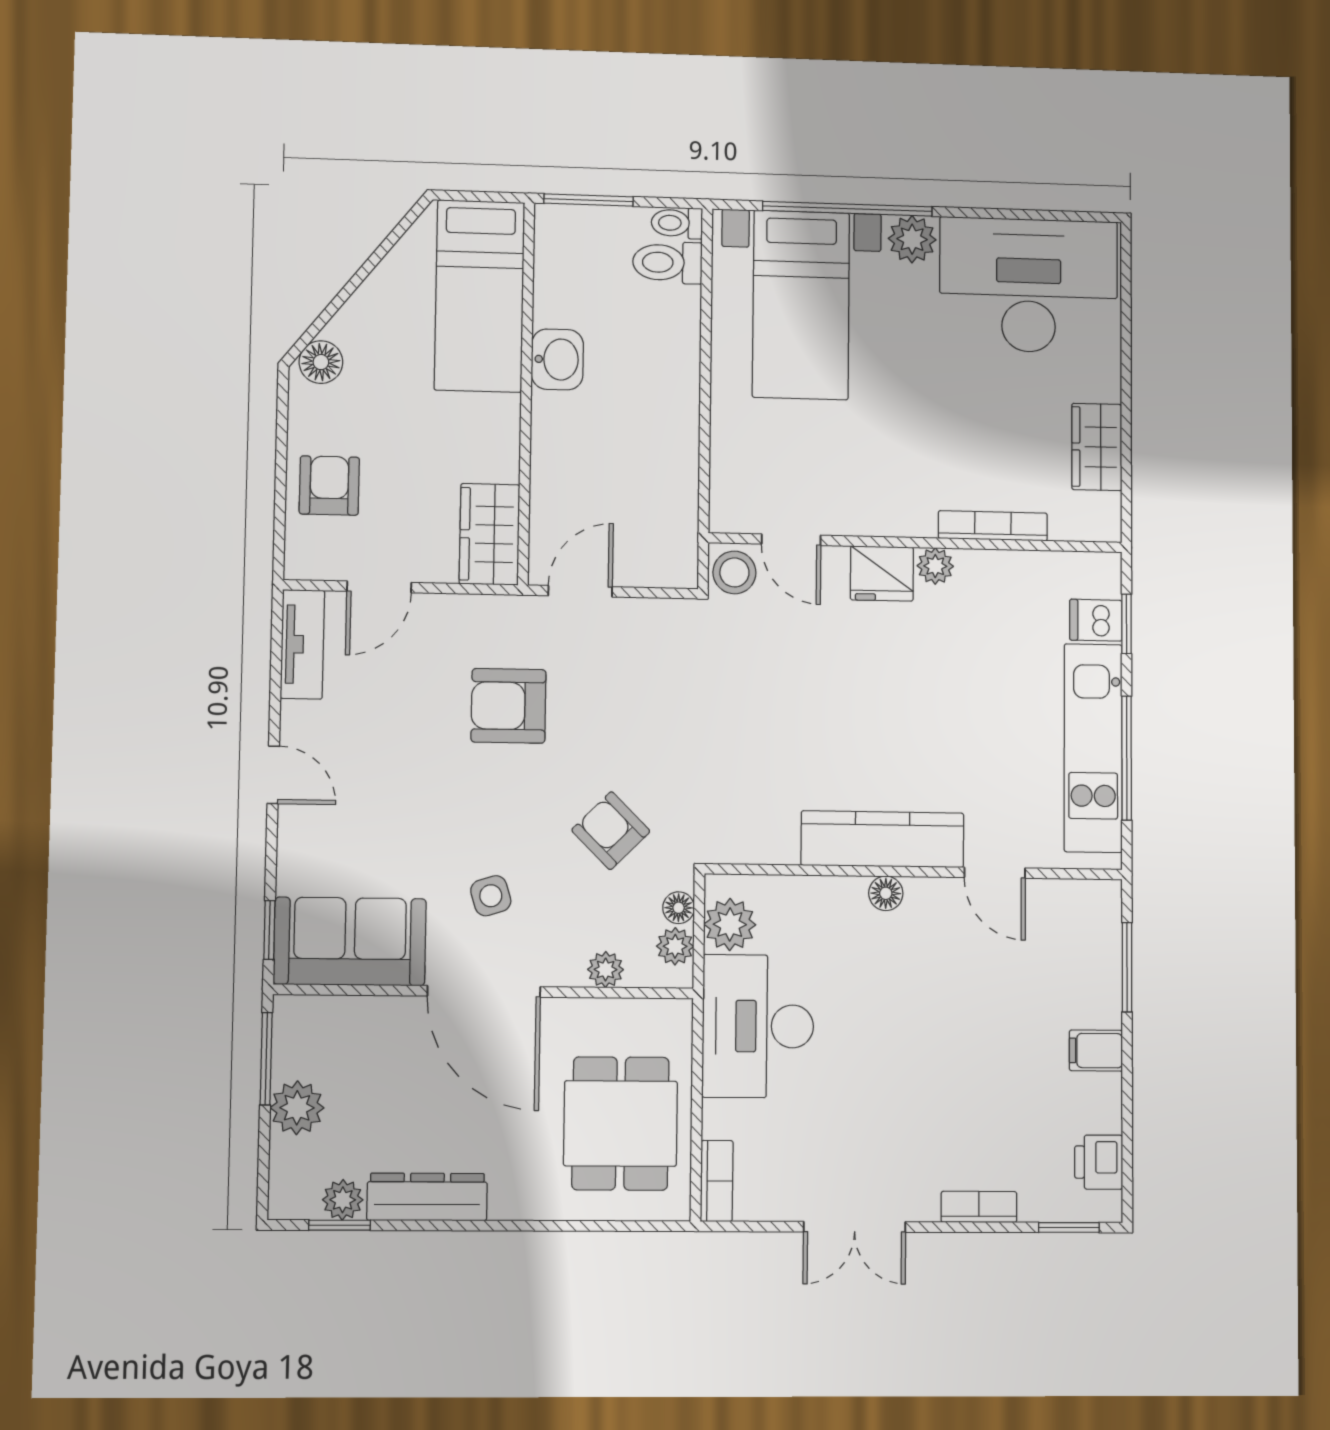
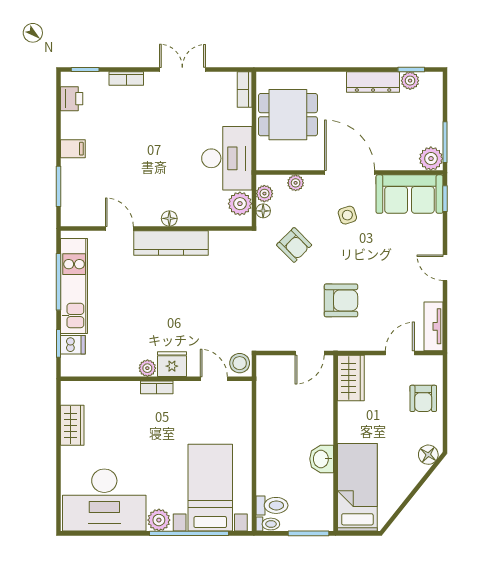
bookcase: (993, 526) -> (157, 387), moved, width x0.64
plant: (297, 1108) -> (431, 159), moved
dining table: (620, 1123) -> (288, 115), turned 90

